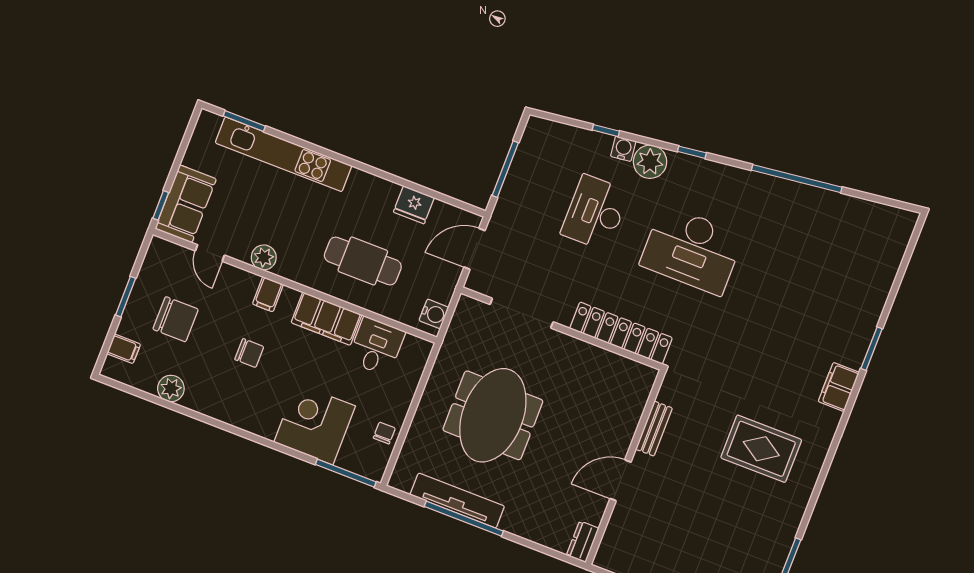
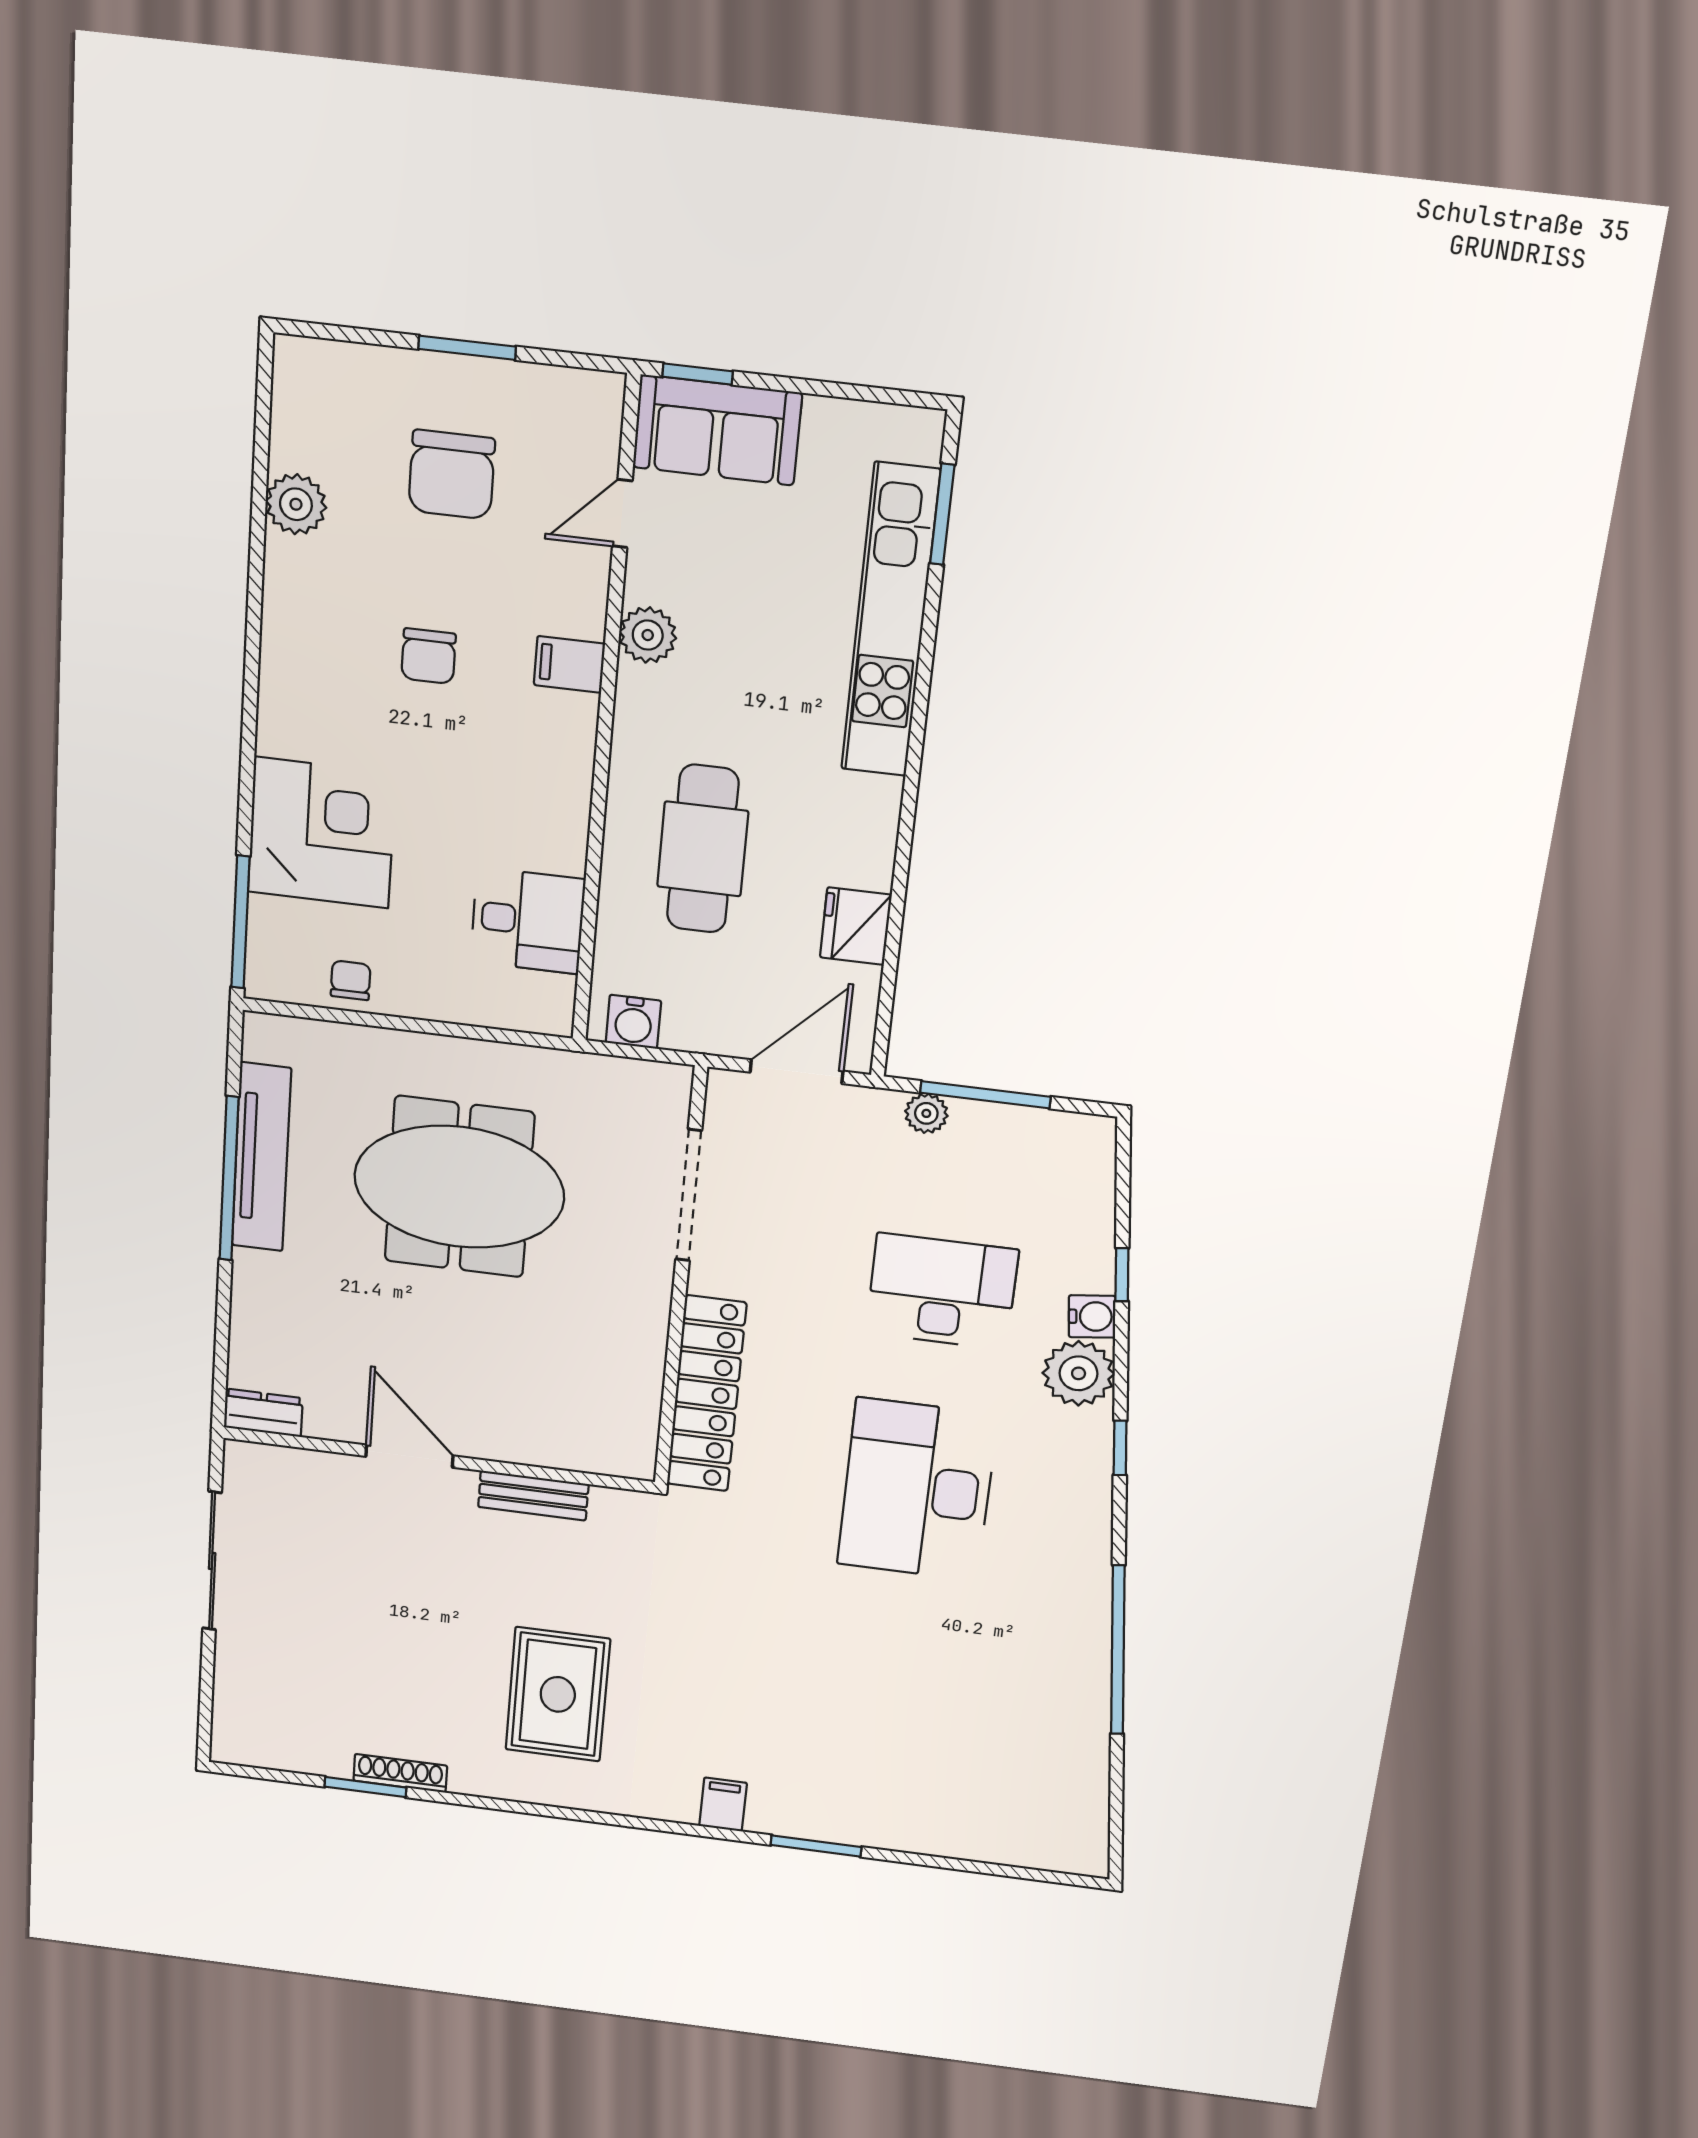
plant: (508, 197) -> (926, 1113), added
door: (474, 249) -> (796, 1072), hinge flipped
filing cabinet: (327, 319) -> (555, 803), removed
filing cabinet: (124, 349) -> (349, 375), removed
filing cabinet: (839, 387) -> (723, 1804), width x0.50
chair: (384, 433) -> (351, 980), turned -90
shoe rack: (787, 538) -> (400, 1773), added

